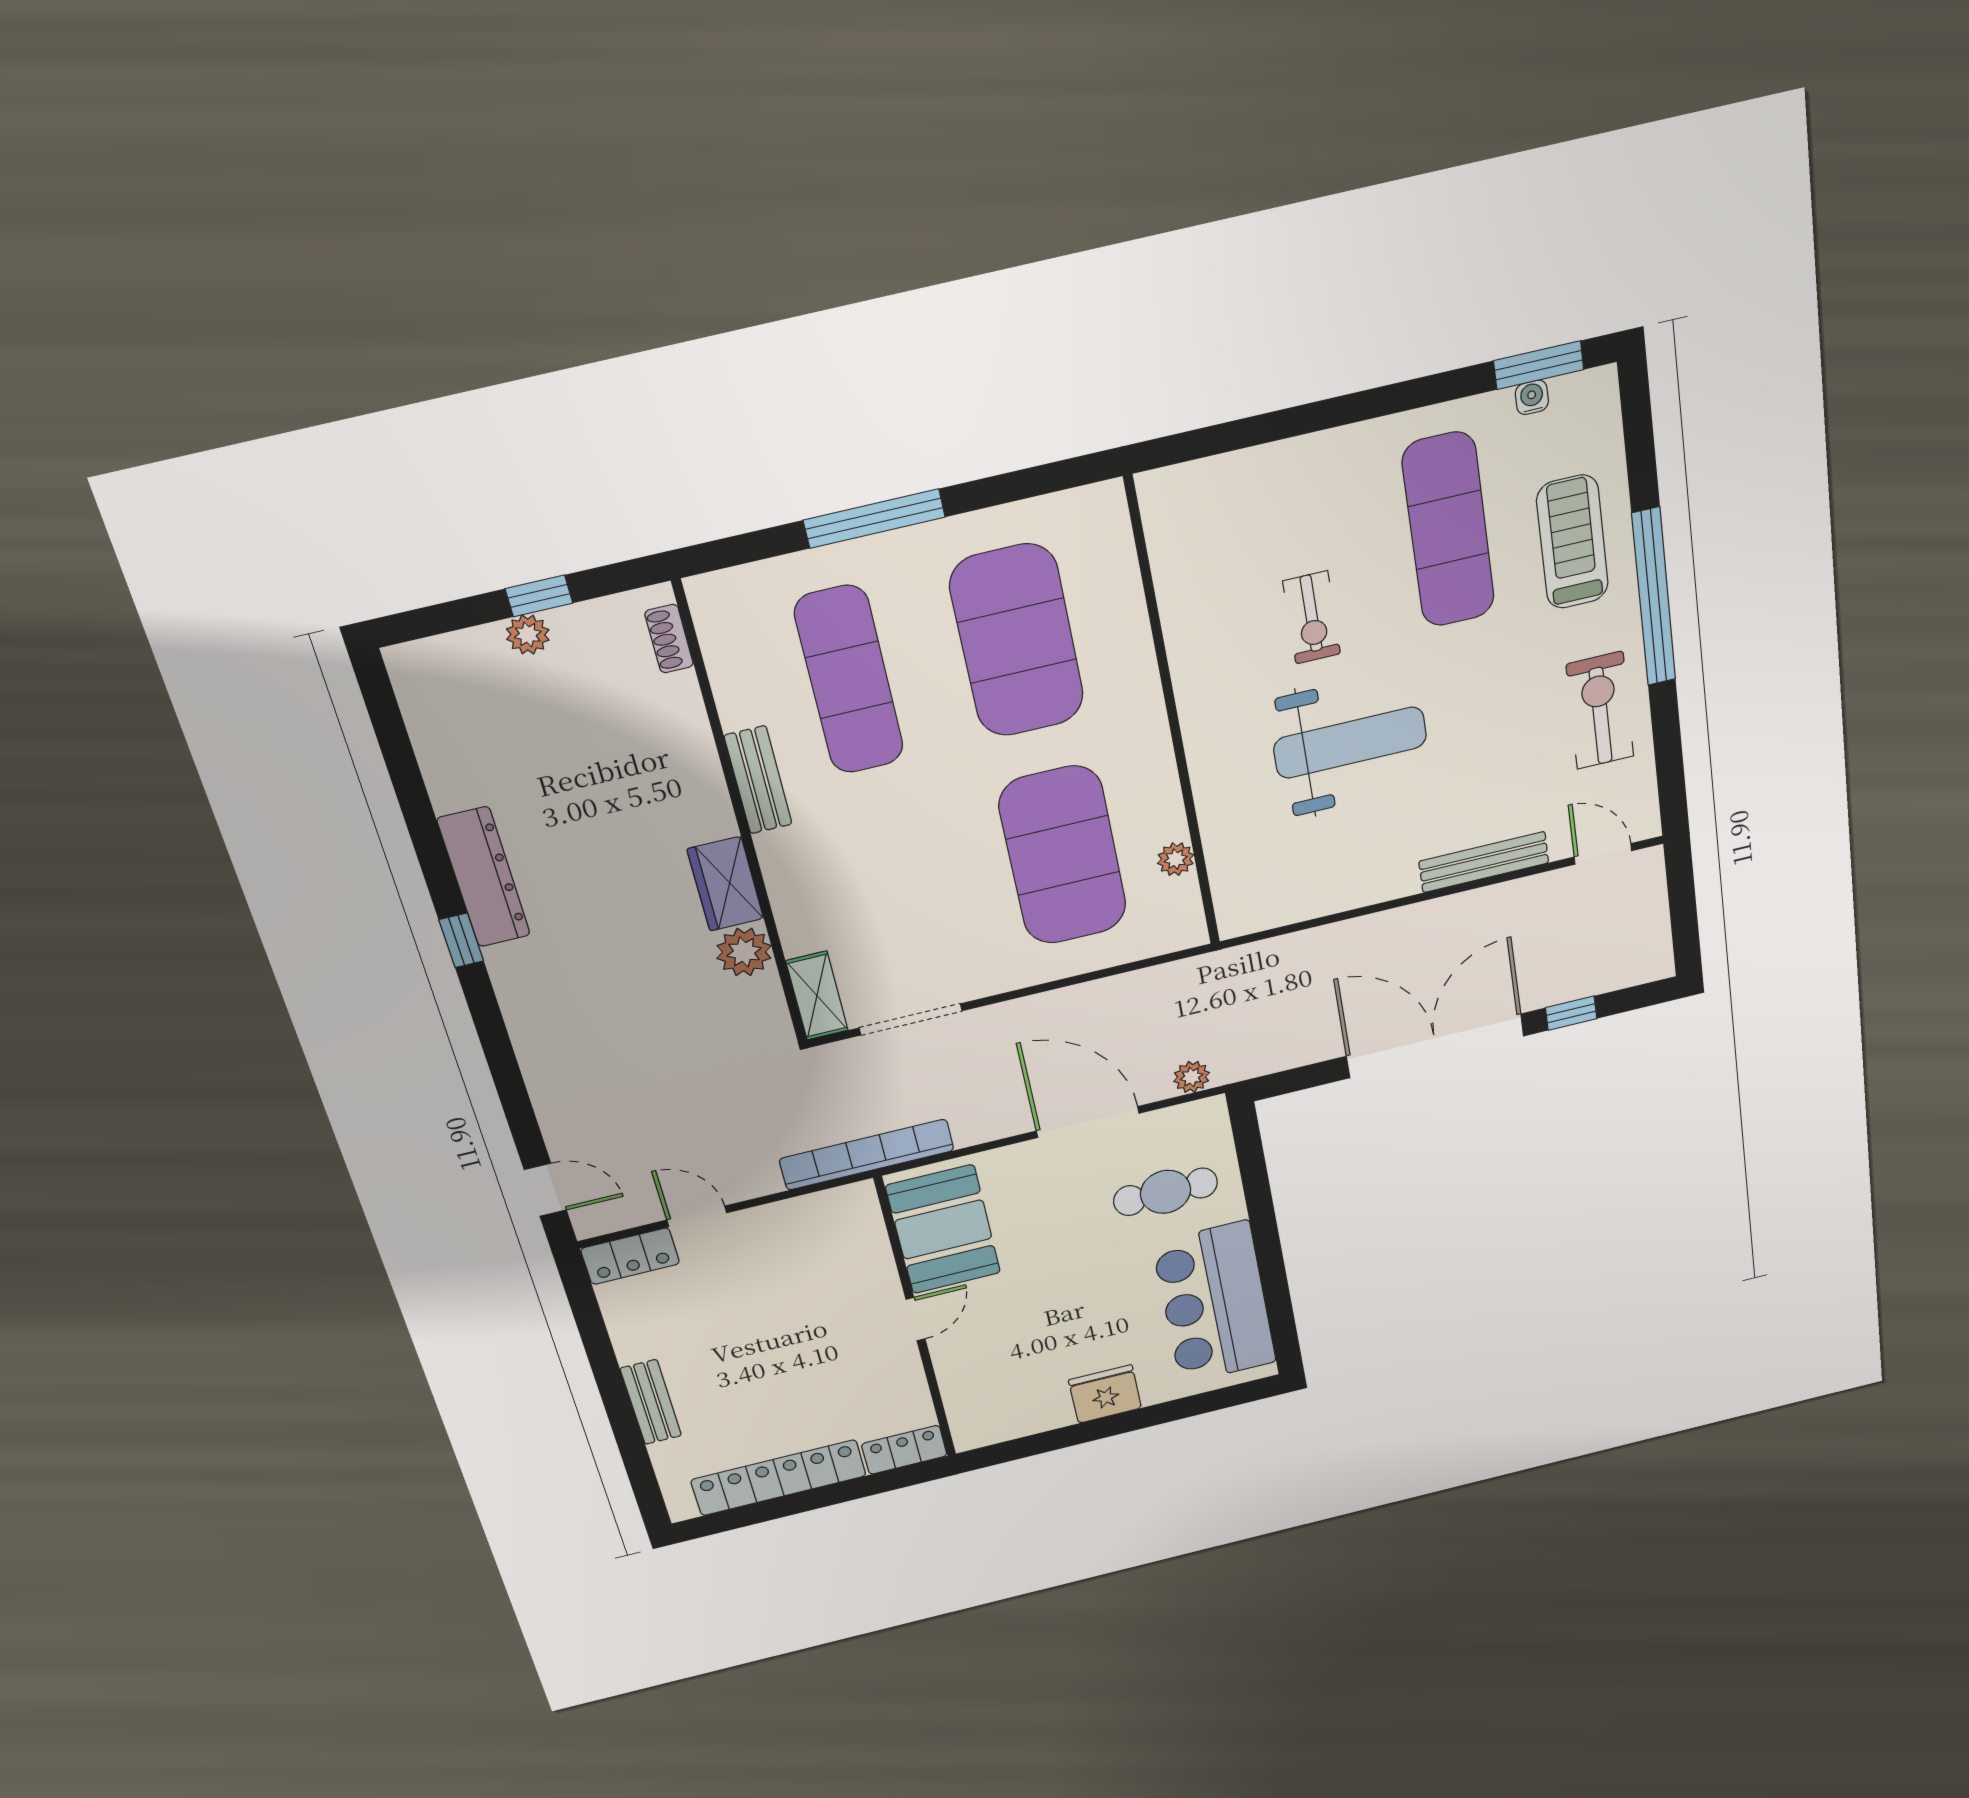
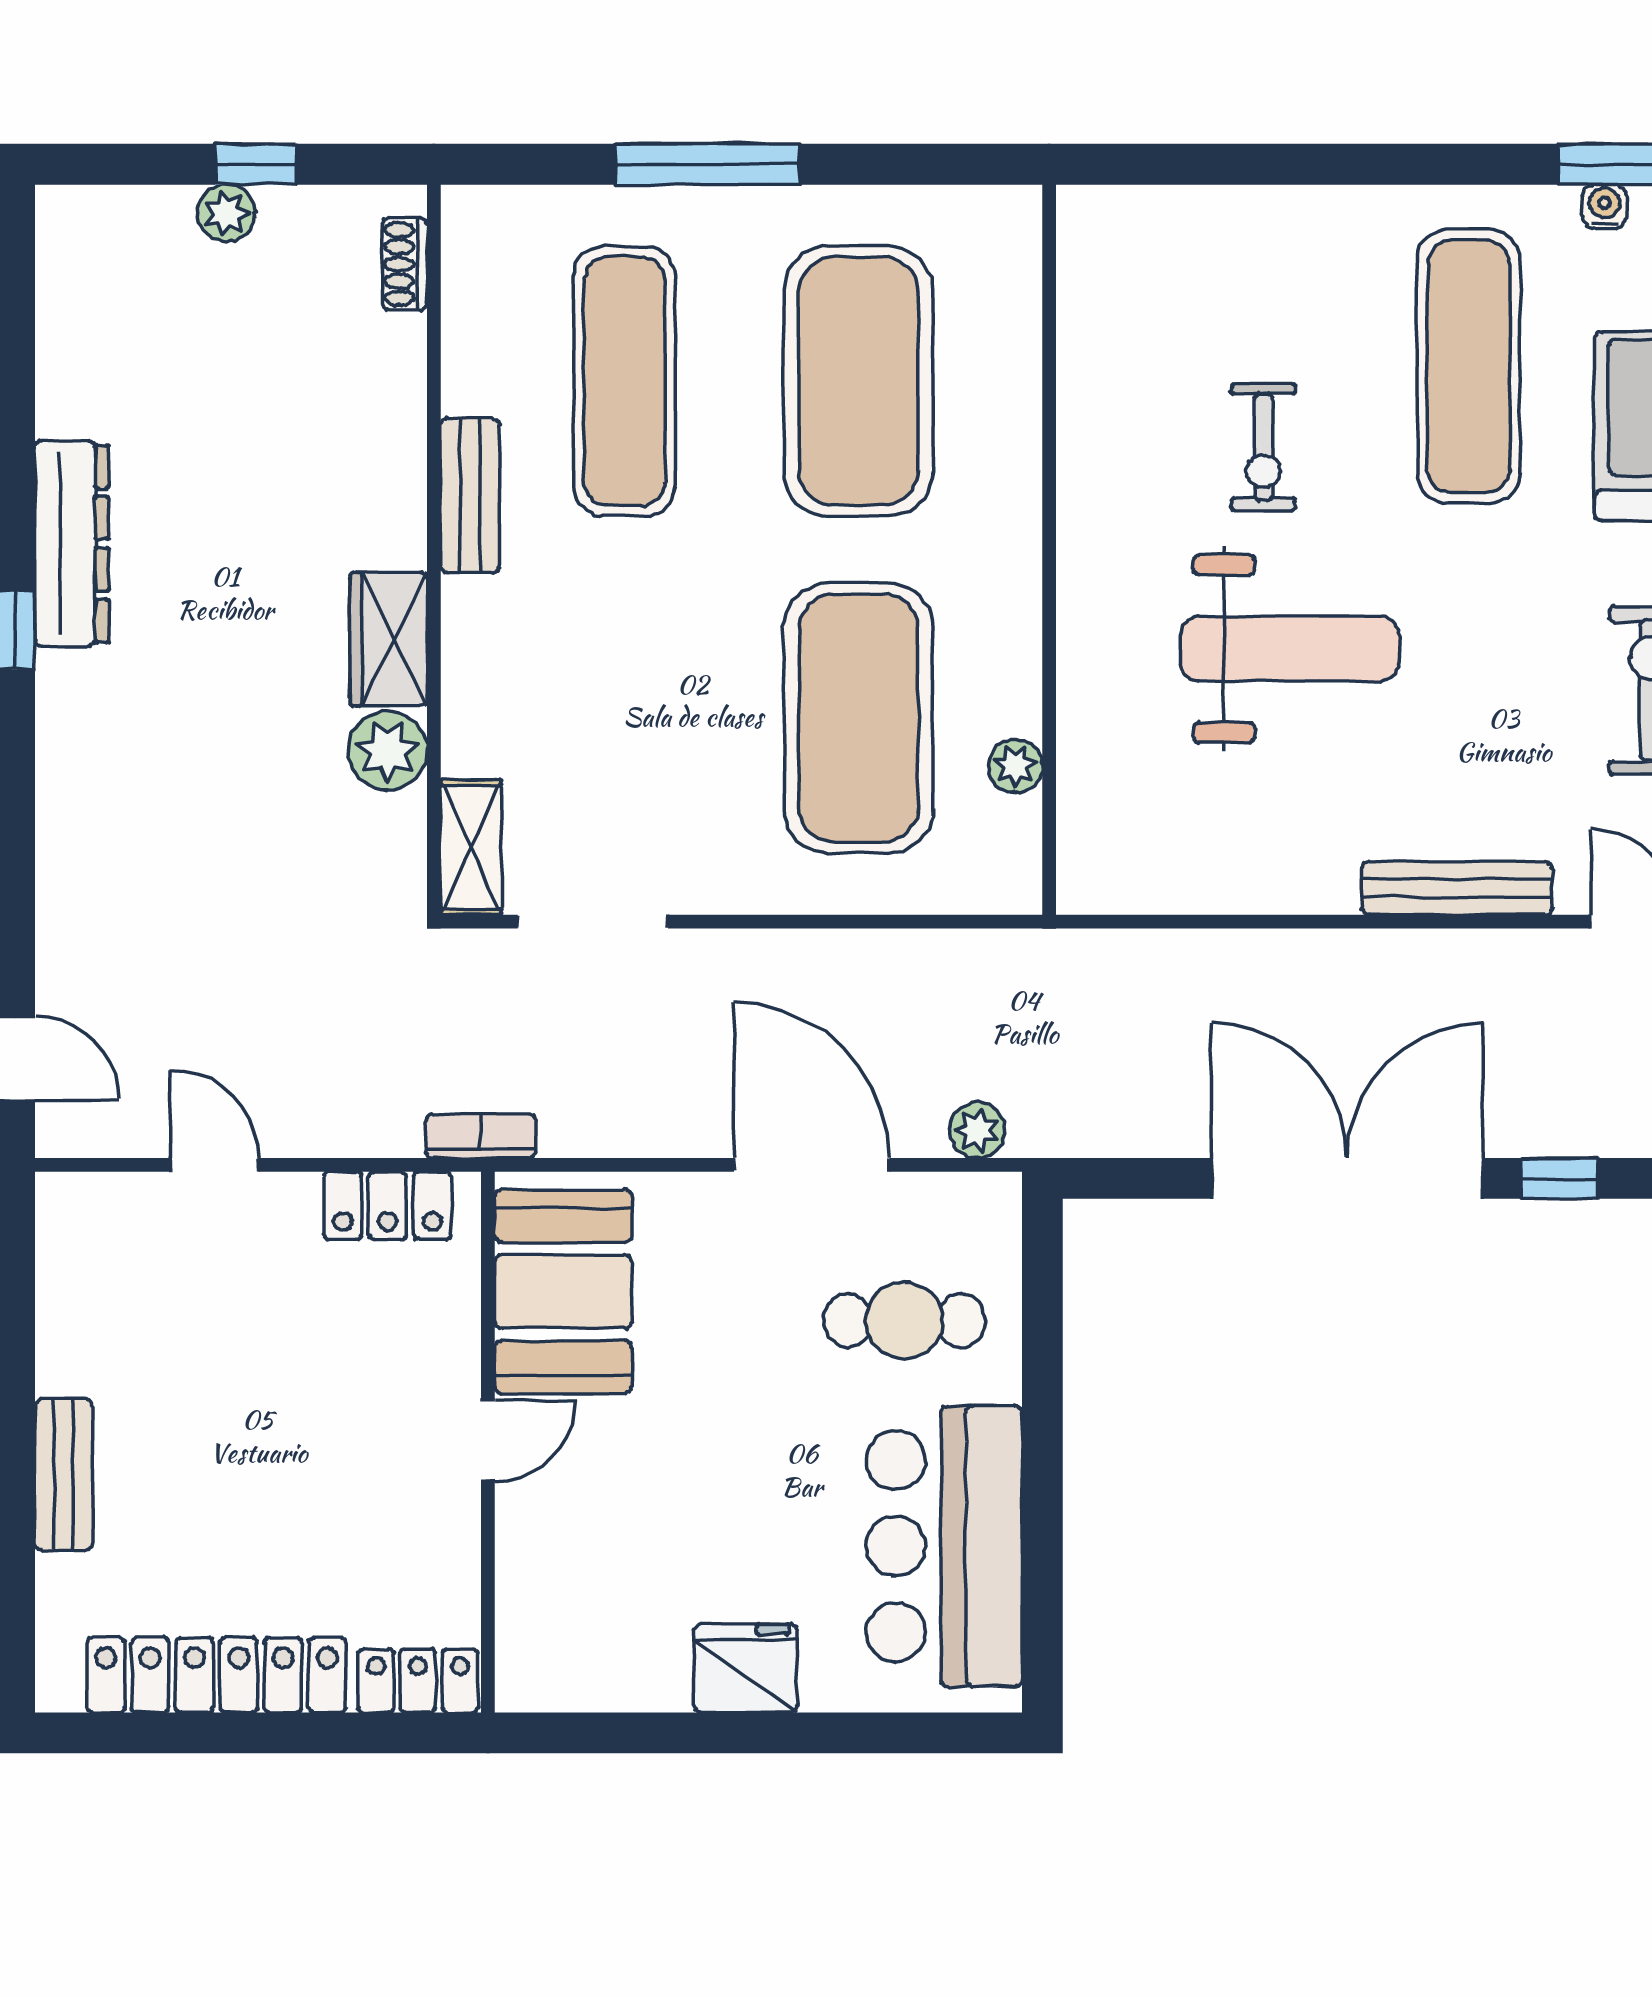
bookcase: (867, 1155) -> (481, 1136), width x0.43, depth x0.76
locker: (630, 1256) -> (388, 1206), moved

